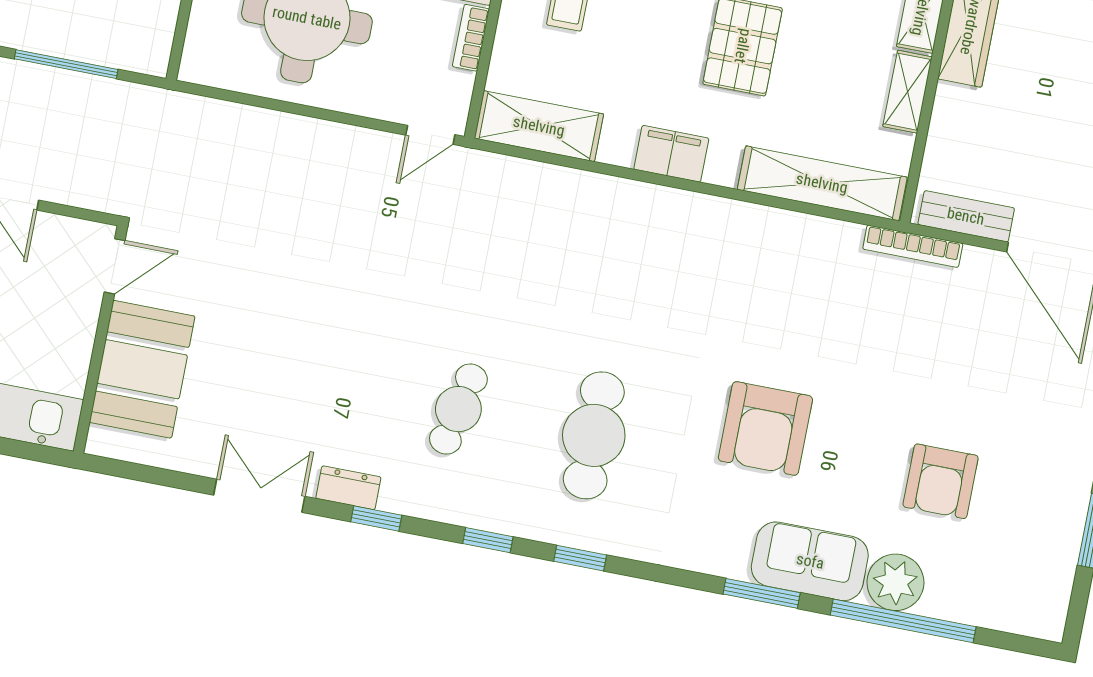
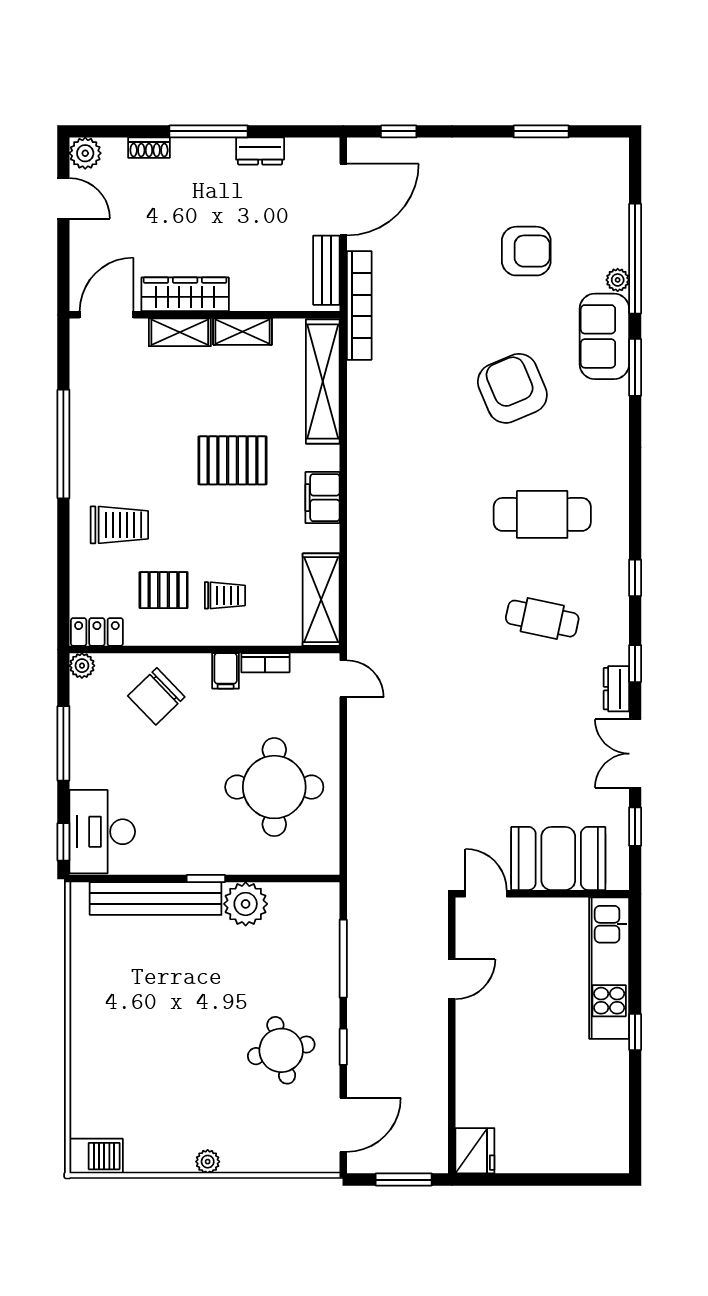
bookcase: (913, 246) -> (359, 305), width x1.48, depth x1.31
armchair: (765, 428) -> (512, 388), turned -113
window: (580, 558) -> (635, 827), moved
plant: (895, 582) -> (618, 280), width x0.53, depth x0.53

